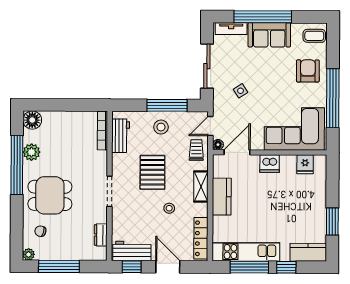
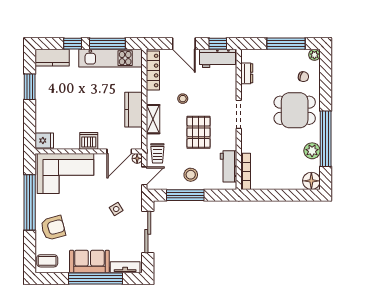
armchair: (308, 71) -> (53, 228), turned -105
fridge: (305, 164) -> (44, 141), moved, turned 90

